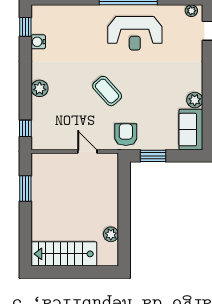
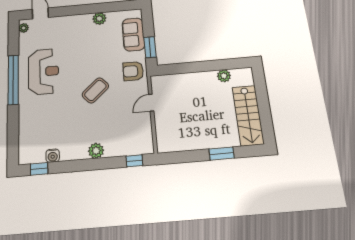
sofa: (191, 130) -> (133, 34), moved, turned 90
window: (25, 189) -> (222, 153), moved

